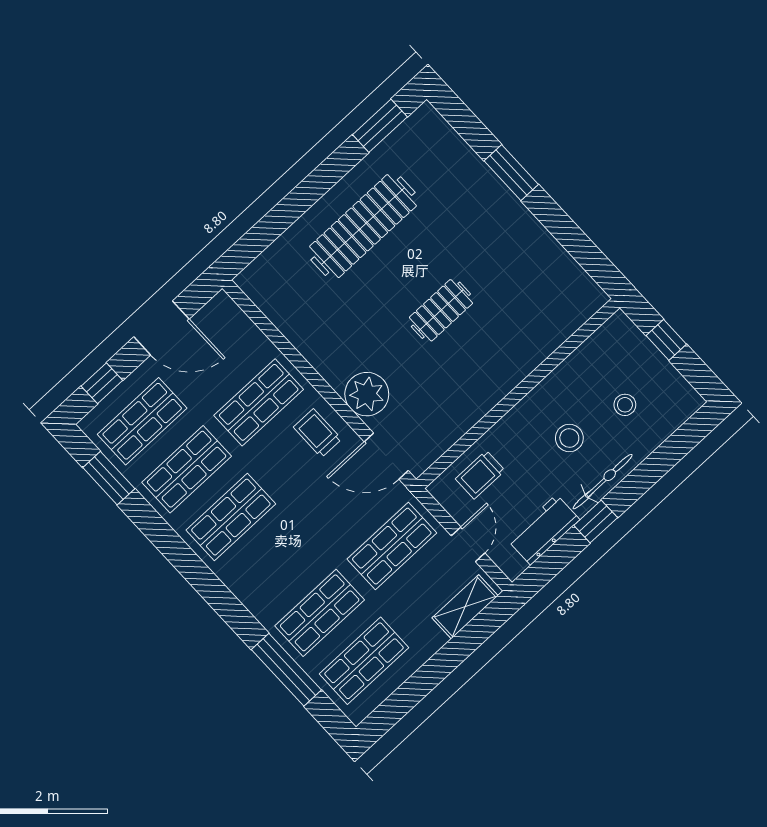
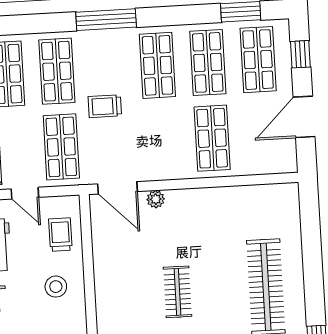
plant: (367, 394) -> (156, 199), width x0.53, depth x0.53
trolley: (317, 433) -> (105, 106), moved, turned 180
stool: (569, 438) -> (56, 287), moved
door: (386, 456) -> (117, 188), swing flipped
window: (286, 670) -> (106, 20), moved

